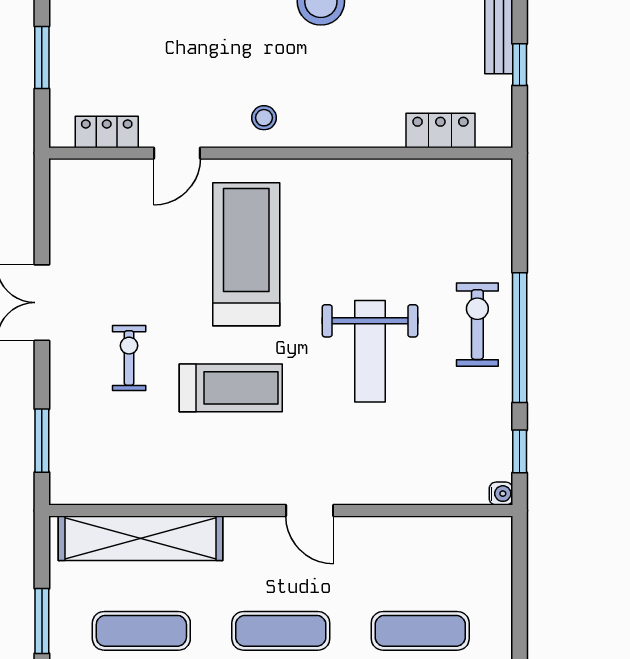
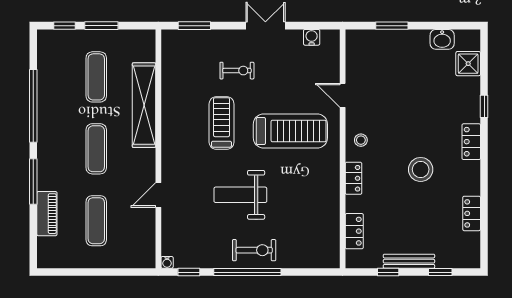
locker: (107, 132) -> (354, 178), moved
water cooler: (64, 213) -> (312, 37), added
treadmill: (231, 388) -> (222, 123), turned 180
door: (310, 511) -> (158, 195), moved
shelving: (141, 538) -> (144, 105), moved

